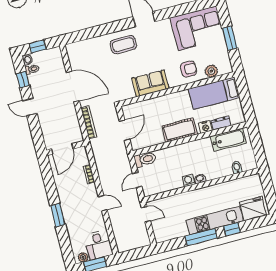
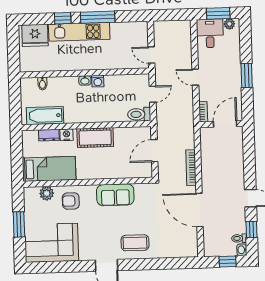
wall: (66, 148) -> (221, 124), moved
door: (62, 149) -> (225, 124), moved

